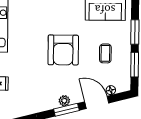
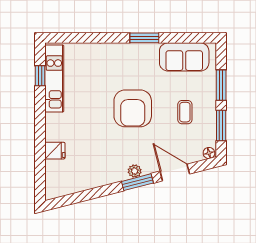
floor lamp: (111, 90) -> (209, 153), moved

